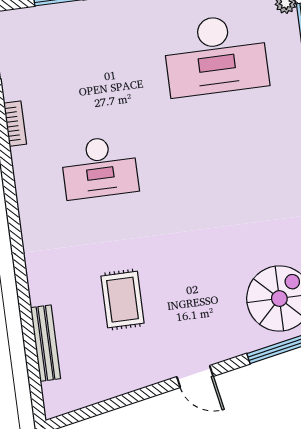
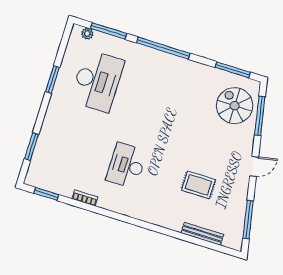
desk: (99, 167) -> (126, 166), turned 180
window: (104, 407) -> (248, 220), added

